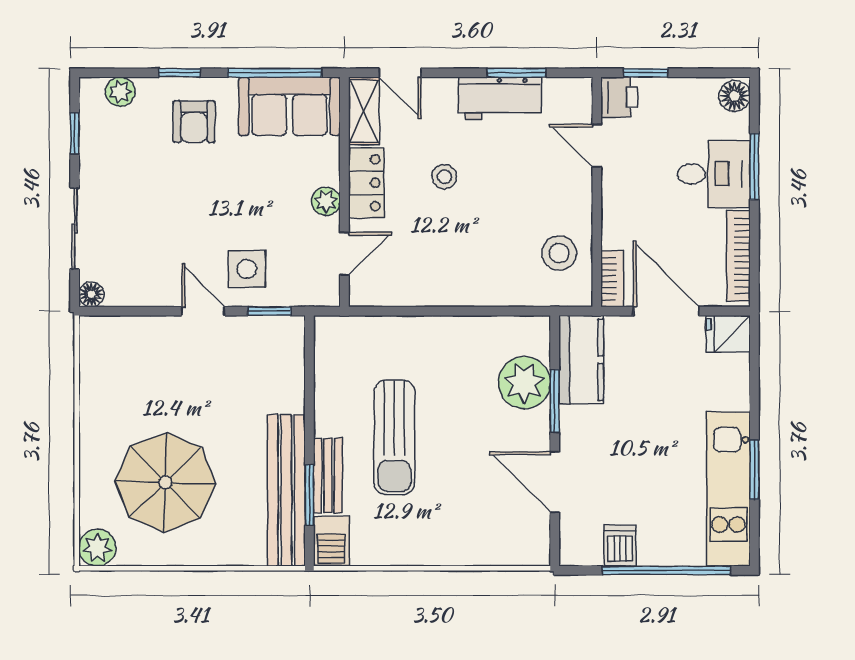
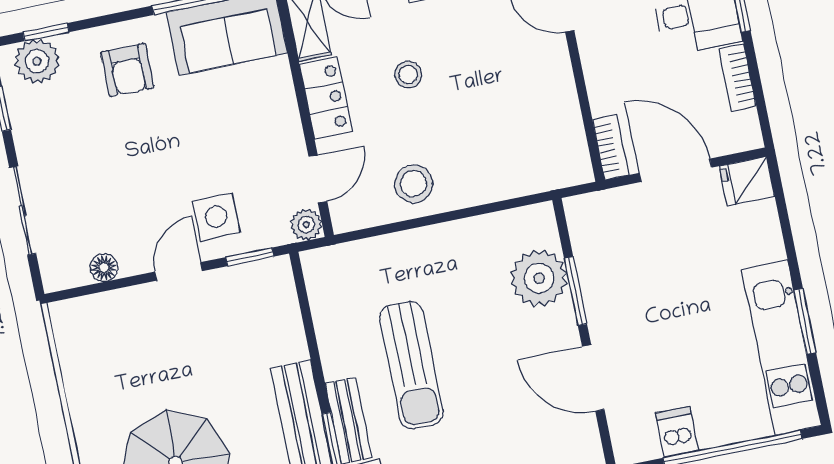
window: (179, 73) -> (46, 32), moved
plant: (120, 92) -> (37, 61), width x1.38, depth x1.38
plant: (326, 201) -> (306, 225), moved
stool: (559, 253) -> (413, 184), moved
bookcase: (739, 256) -> (738, 78), width x0.64
floor lamp: (91, 294) -> (104, 268), moved
door: (203, 311) -> (179, 271), hinge flipped
kitchen counter: (581, 360) -> (595, 241), removed

